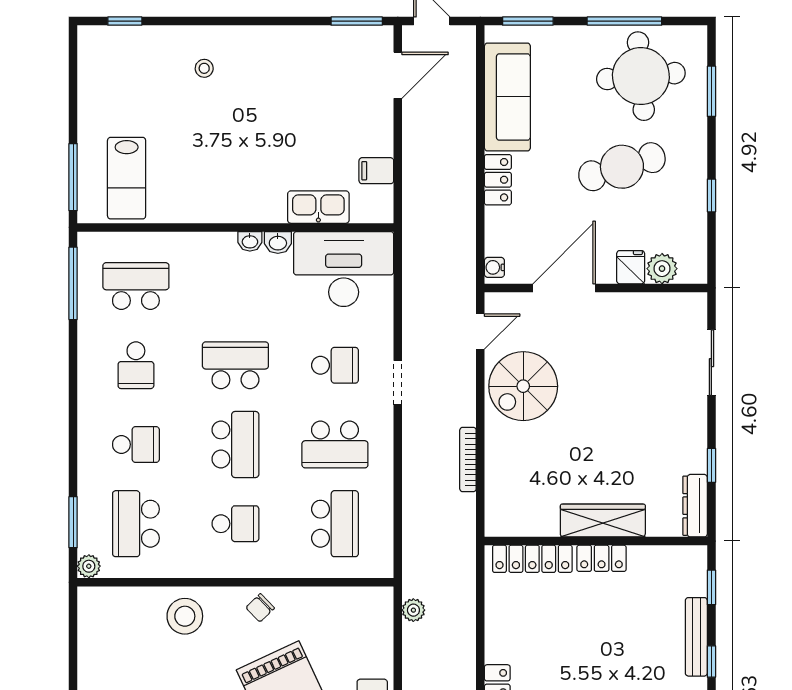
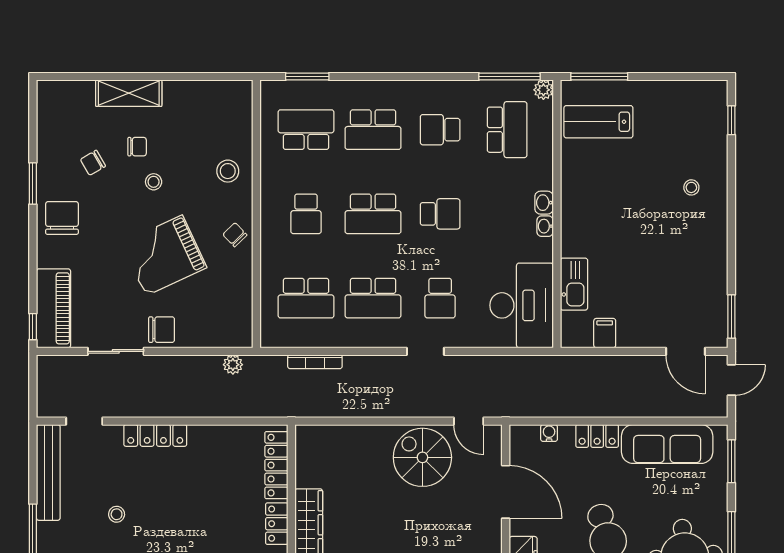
washbasin: (278, 242) -> (544, 203), moved
water cooler: (494, 267) -> (549, 433), moved
school desk: (235, 365) -> (440, 214), width x0.54
school desk: (136, 444) -> (373, 130), width x1.85
school desk: (335, 444) -> (373, 298), turned -90
bookcase: (468, 460) -> (315, 362), moved, turned 180
plant: (89, 566) -> (543, 90), moved
stool: (185, 616) -> (228, 171), width x0.73, depth x0.73

